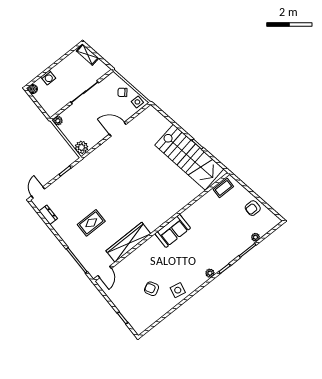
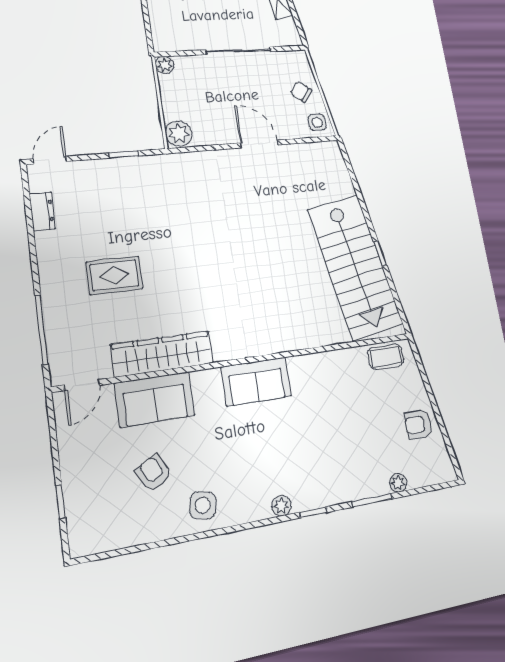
sofa: (136, 261) -> (155, 399), added

